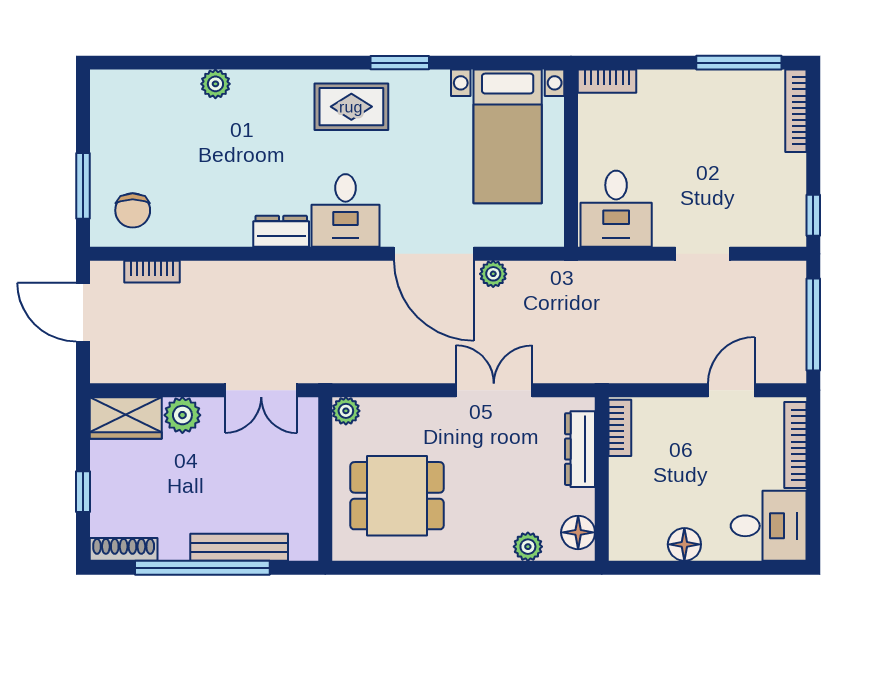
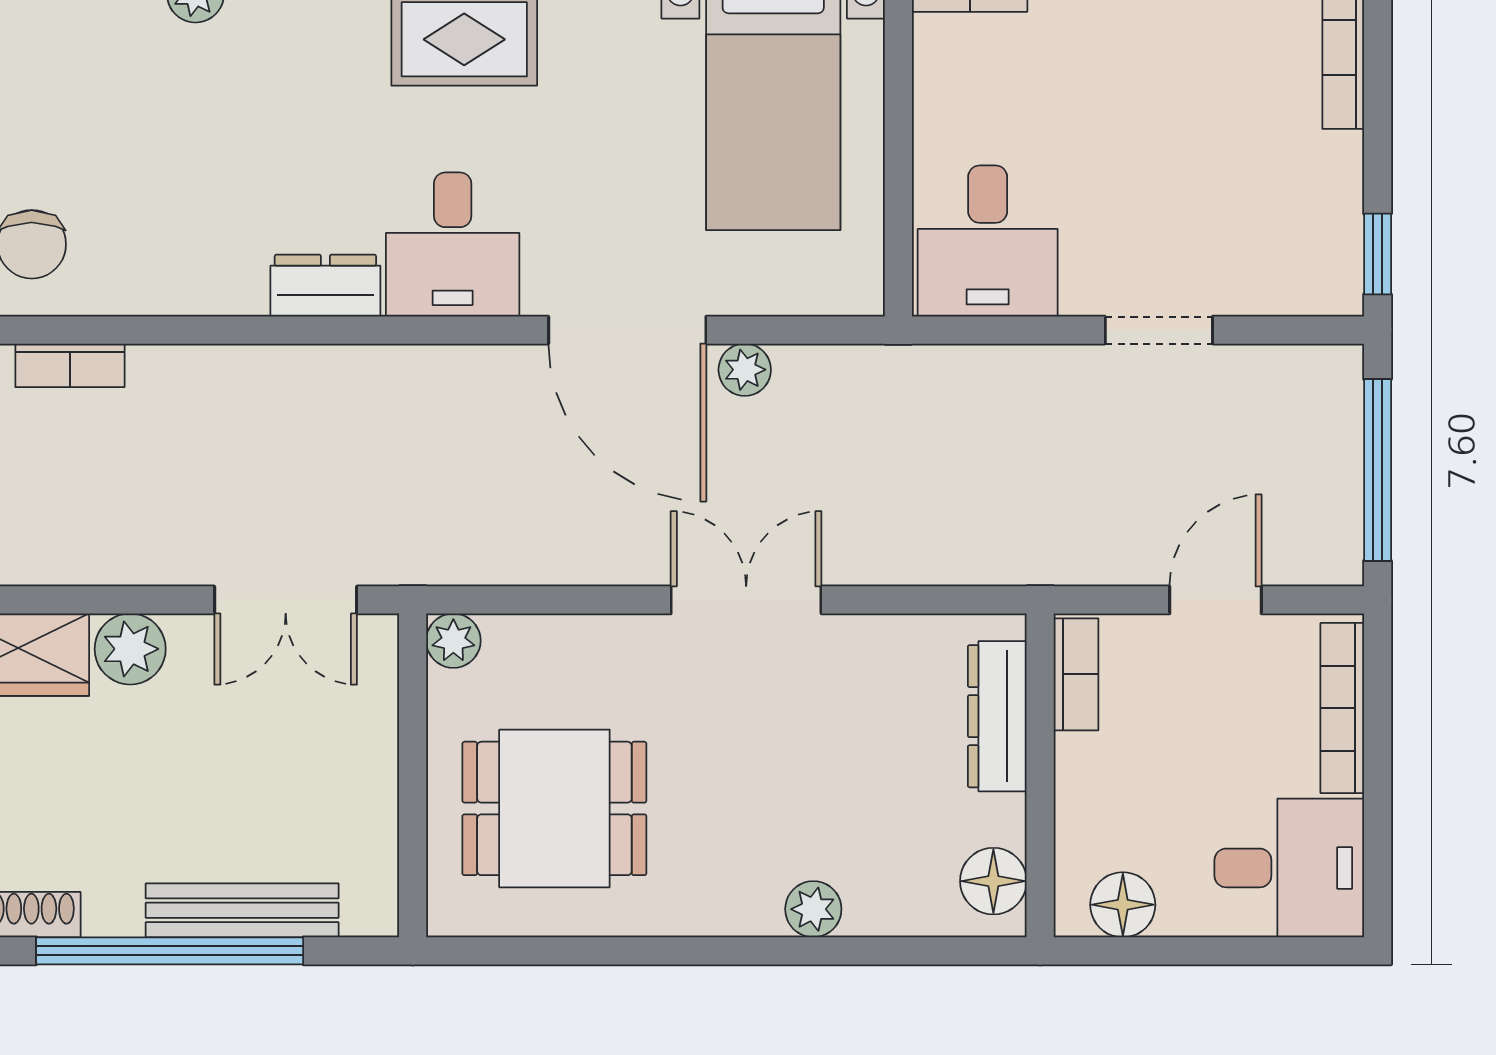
bookcase: (620, 428) -> (1076, 674), moved
dresser: (580, 449) -> (997, 716), moved
wall: (602, 479) -> (1040, 775), moved
floor lamp: (578, 532) -> (993, 881), moved

